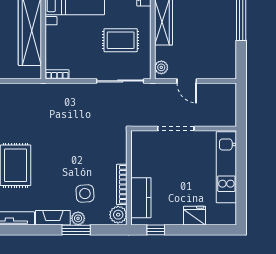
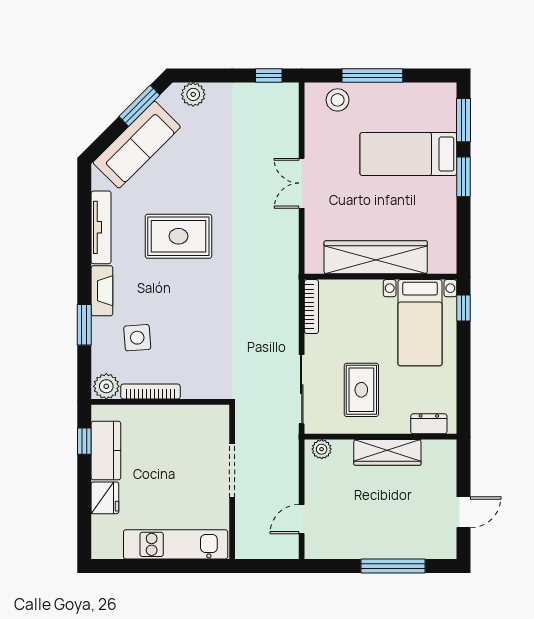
bookcase: (57, 74) -> (311, 307), width x1.56
door: (187, 81) -> (302, 519), moved
kitchen counter: (141, 198) -> (106, 451), moved, turned -90
plant: (78, 218) -> (101, 328), removed

